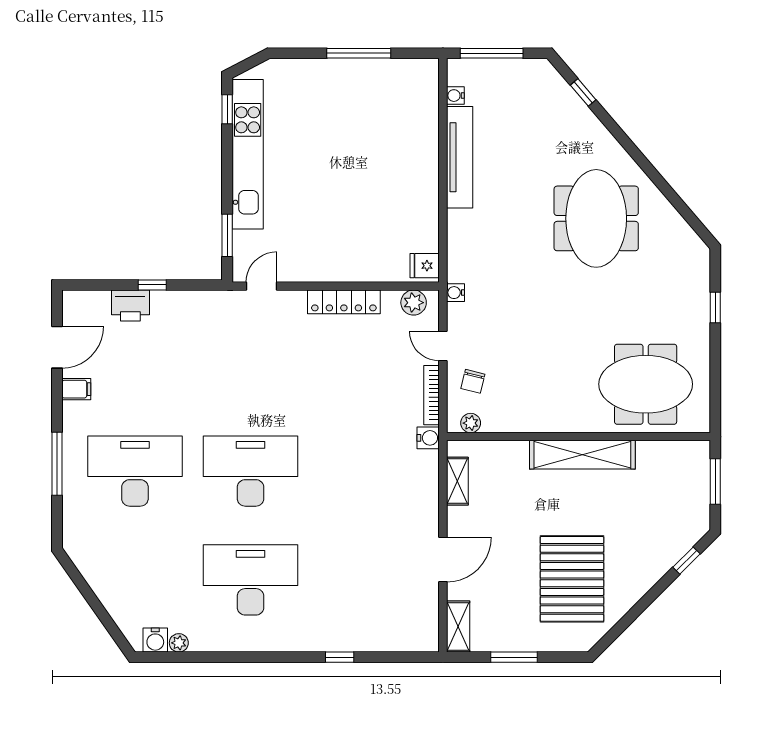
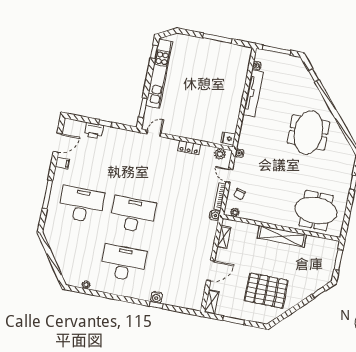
locker: (344, 302) -> (189, 148), width x0.66
pallet: (572, 579) -> (266, 291), turned 90
water cooler: (155, 640) -> (156, 297), moved

